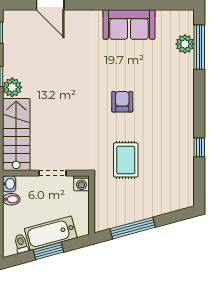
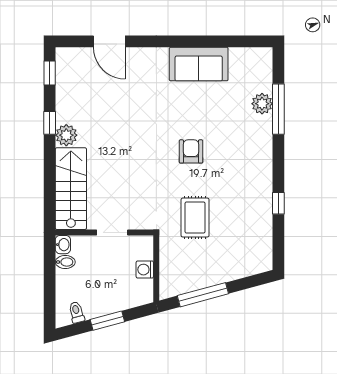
plant: (185, 44) -> (262, 104), moved
window: (199, 47) -> (278, 109), moved
washing machine: (81, 183) -> (145, 270), moved, turned 90
bathtub: (51, 233) -> (110, 300), removed

